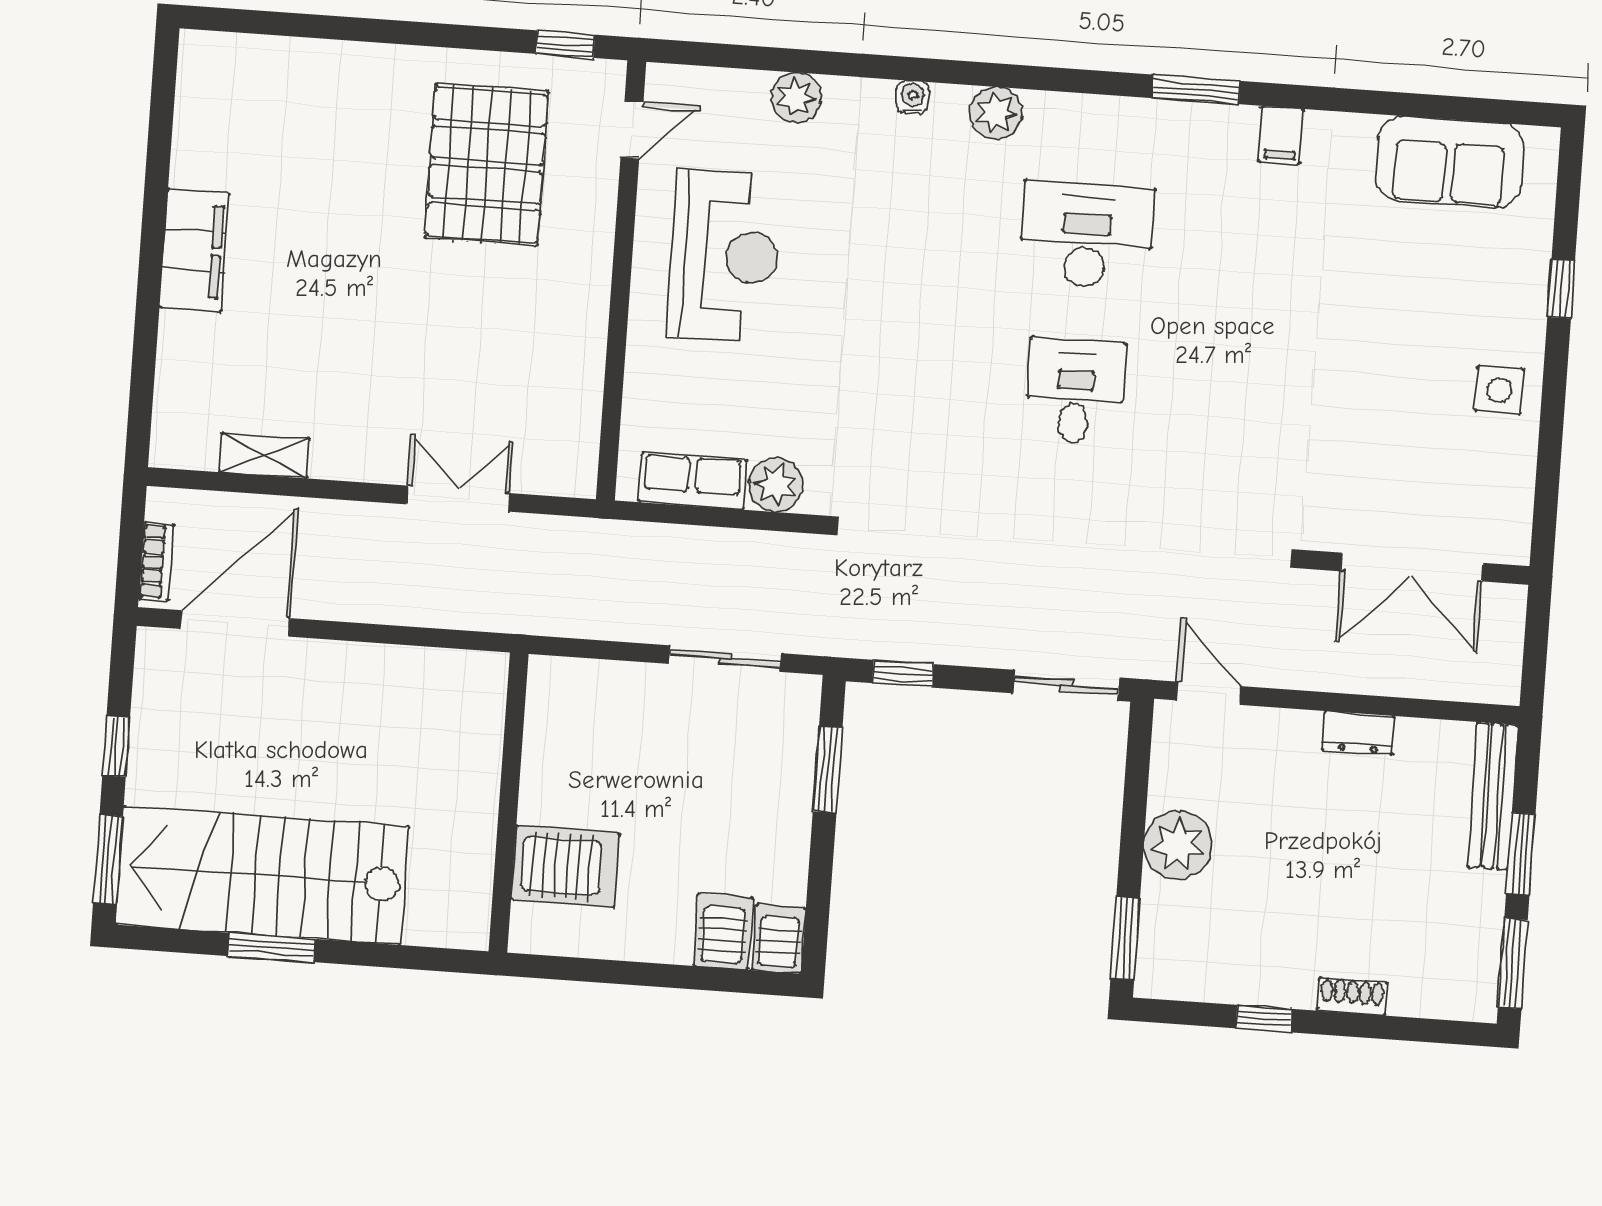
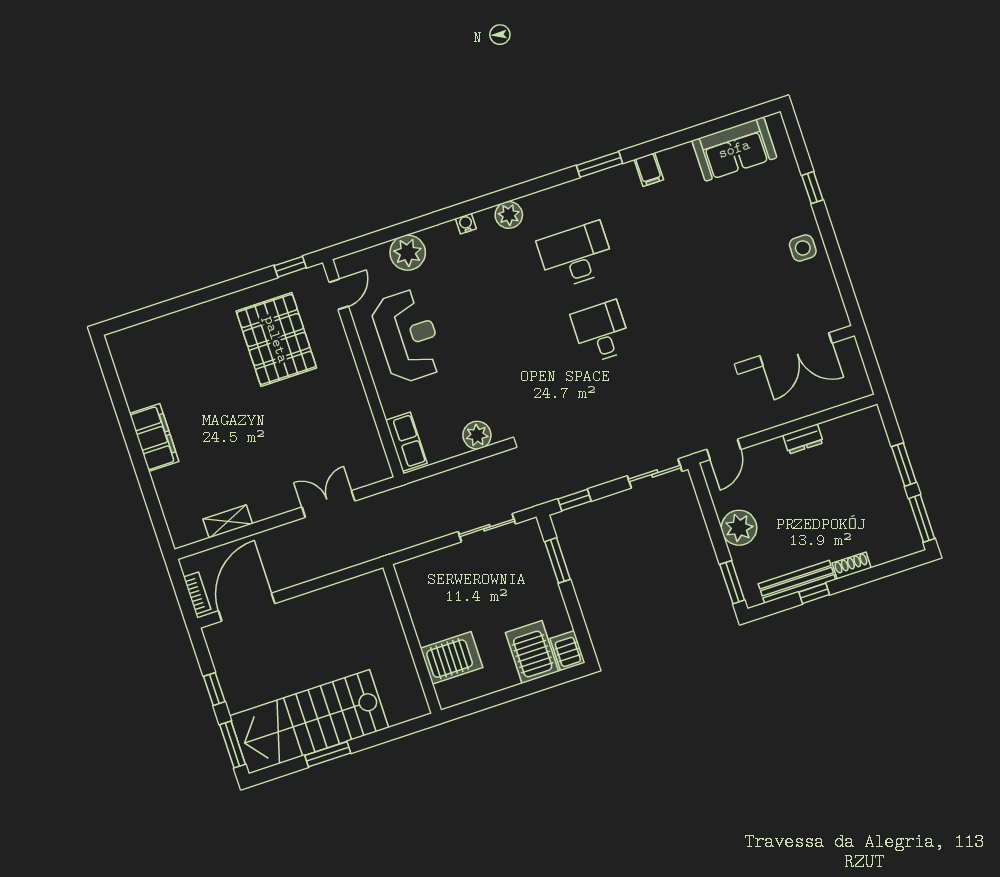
plant: (796, 98) -> (408, 253), width x1.36, depth x1.36
row of seats: (693, 481) -> (406, 442), moved, turned 90
door: (1208, 693) -> (724, 449), swing flipped
bench: (1493, 796) -> (797, 582), moved, turned 90
server rack: (723, 932) -> (532, 652), width x1.36, depth x1.44

